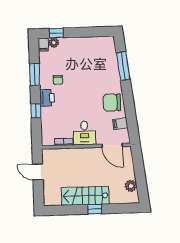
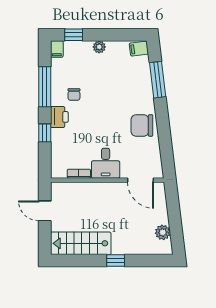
plant: (54, 43) -> (99, 47), moved
window: (35, 74) -> (45, 87), width x1.44
filing cabinet: (120, 123) -> (139, 49), moved
stairs: (85, 196) -> (81, 243), moved

